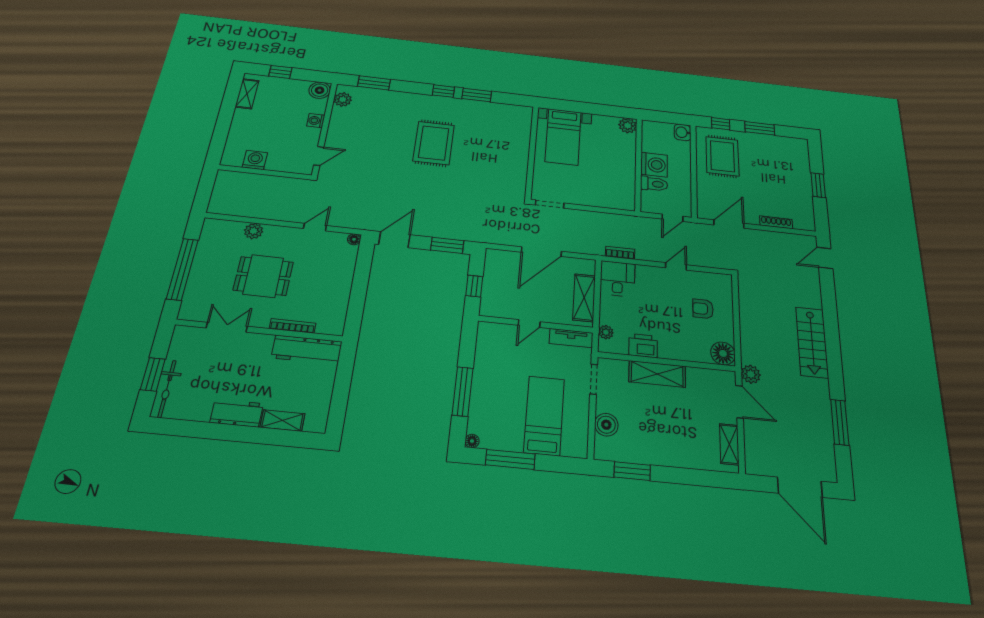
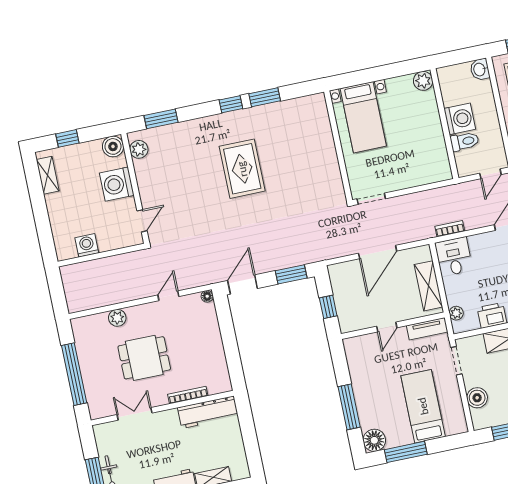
washing machine: (316, 121) -> (117, 184), width x1.89, depth x1.89
floor lamp: (472, 441) -> (374, 440), width x1.89, depth x1.89

